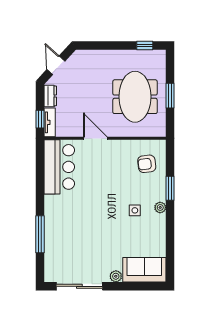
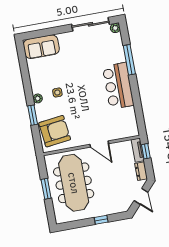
window: (145, 46) -> (101, 220), moved
meeting table: (135, 97) -> (74, 183), width x1.36
armchair: (147, 164) -> (55, 131), width x1.88, depth x1.88
bar counter: (59, 167) -> (118, 86), moved
plant: (116, 276) -> (115, 28), moved

